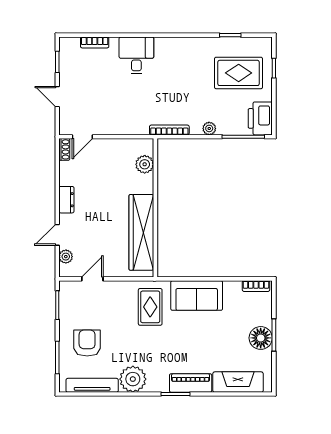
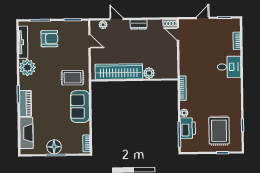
printer: (260, 118) -> (188, 128), moved, turned 90
plant: (145, 164) -> (149, 73), moved

